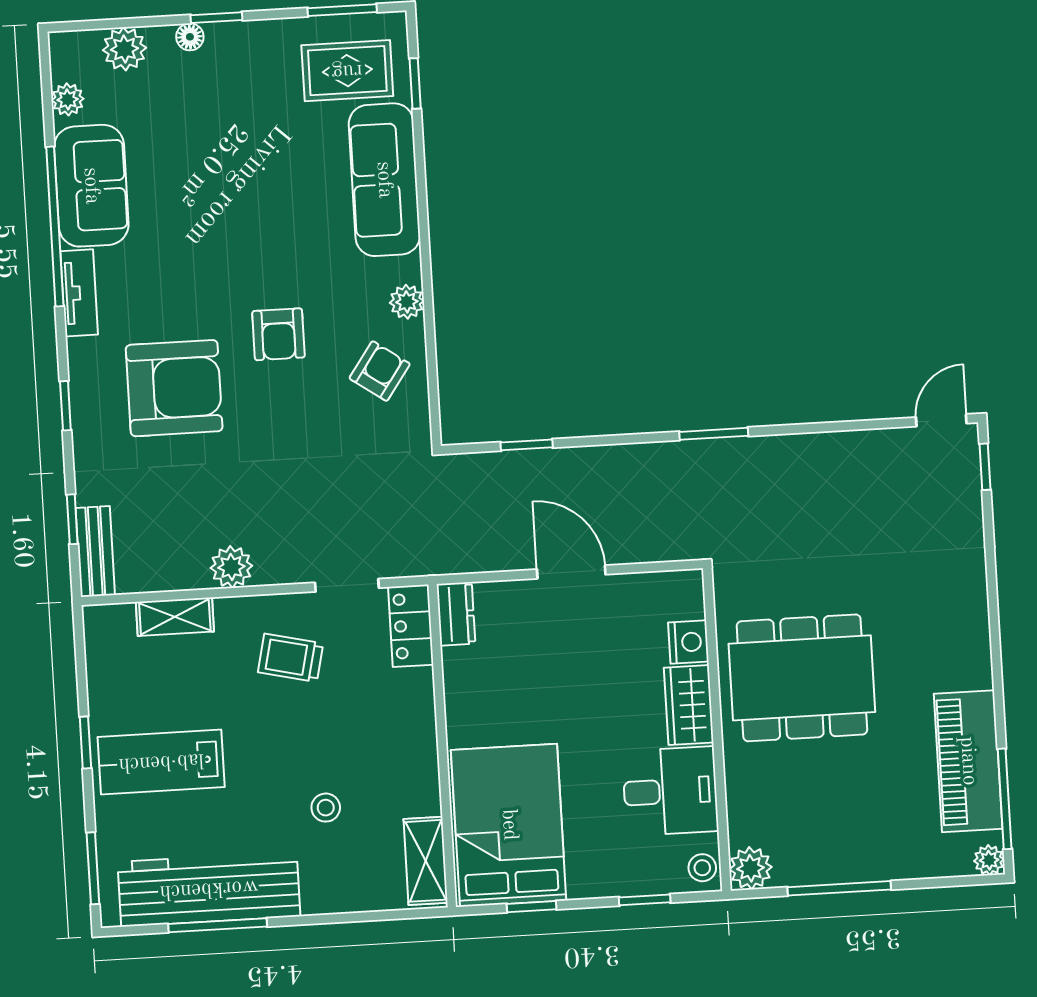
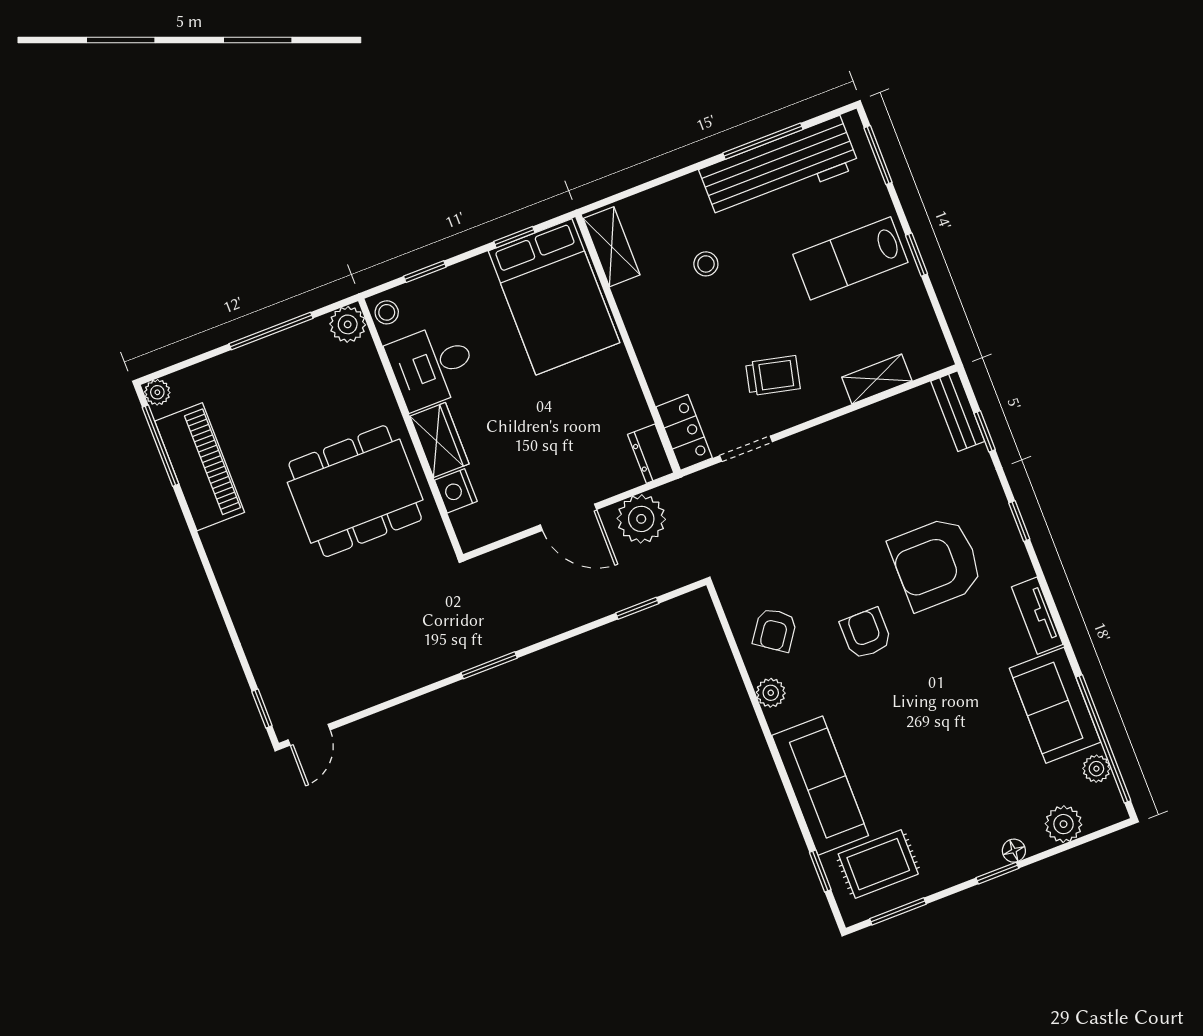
window: (55, 227) -> (1103, 739), moved
plant: (231, 567) -> (641, 519), moved, width x1.36, depth x1.36
lab bench: (161, 762) -> (850, 258), turned 180

